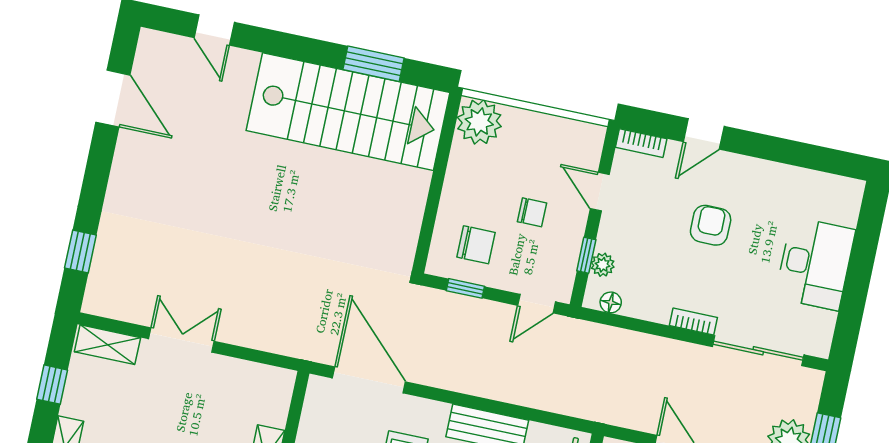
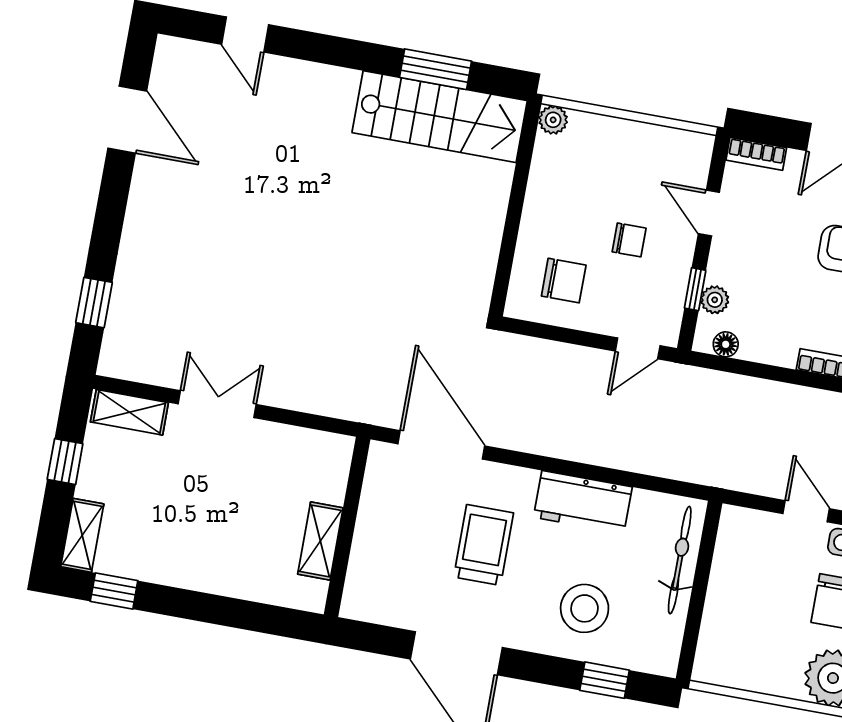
stairs: (348, 112) -> (440, 117), width x0.73, depth x0.66
plant: (479, 122) -> (553, 120), width x0.53, depth x0.53
window: (465, 288) -> (553, 333), removed

